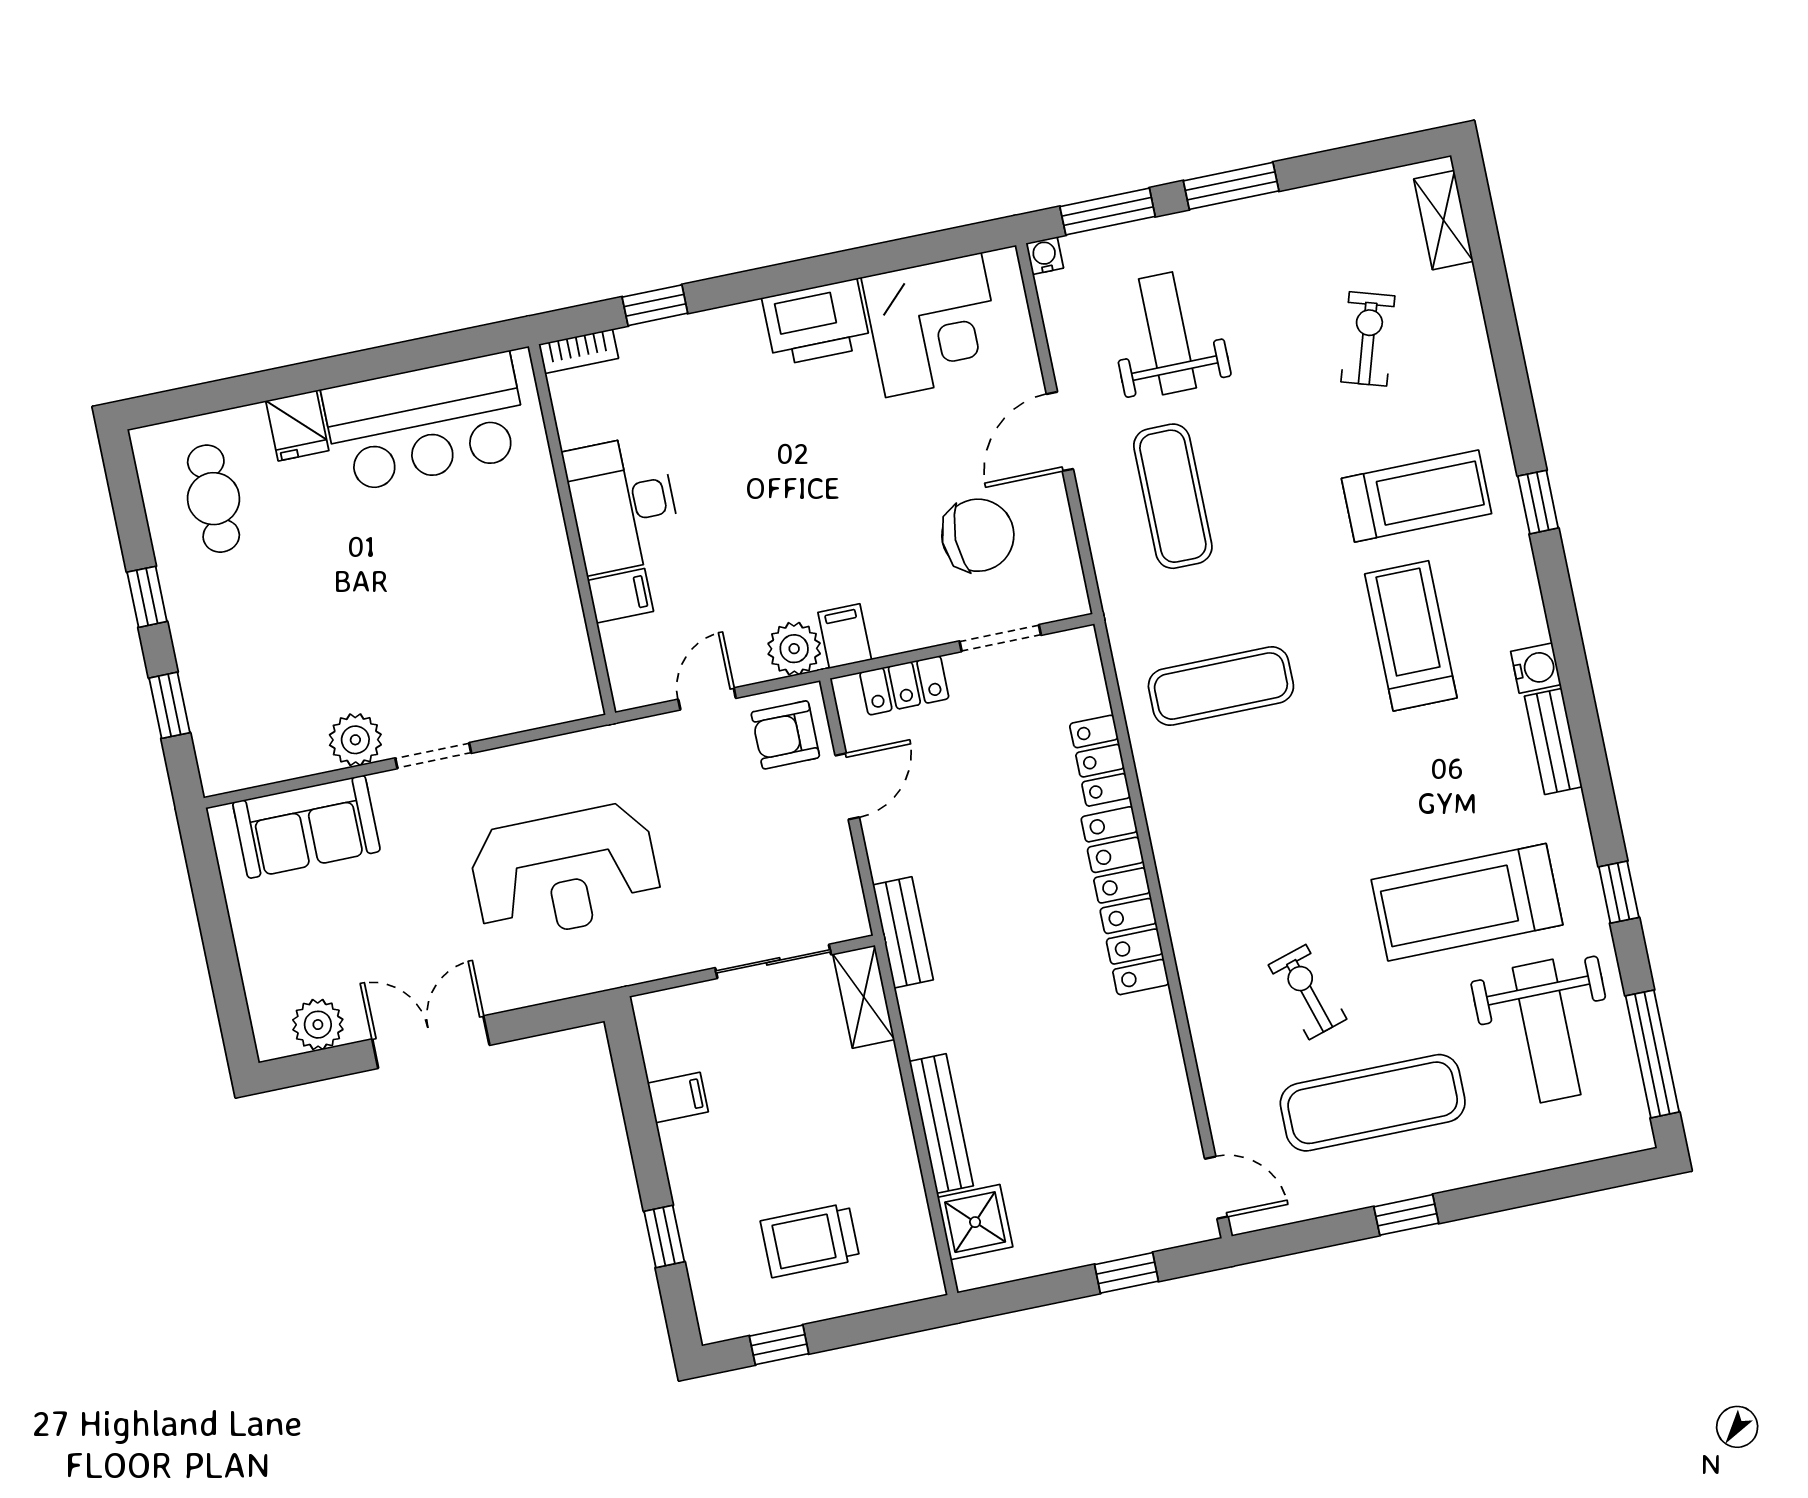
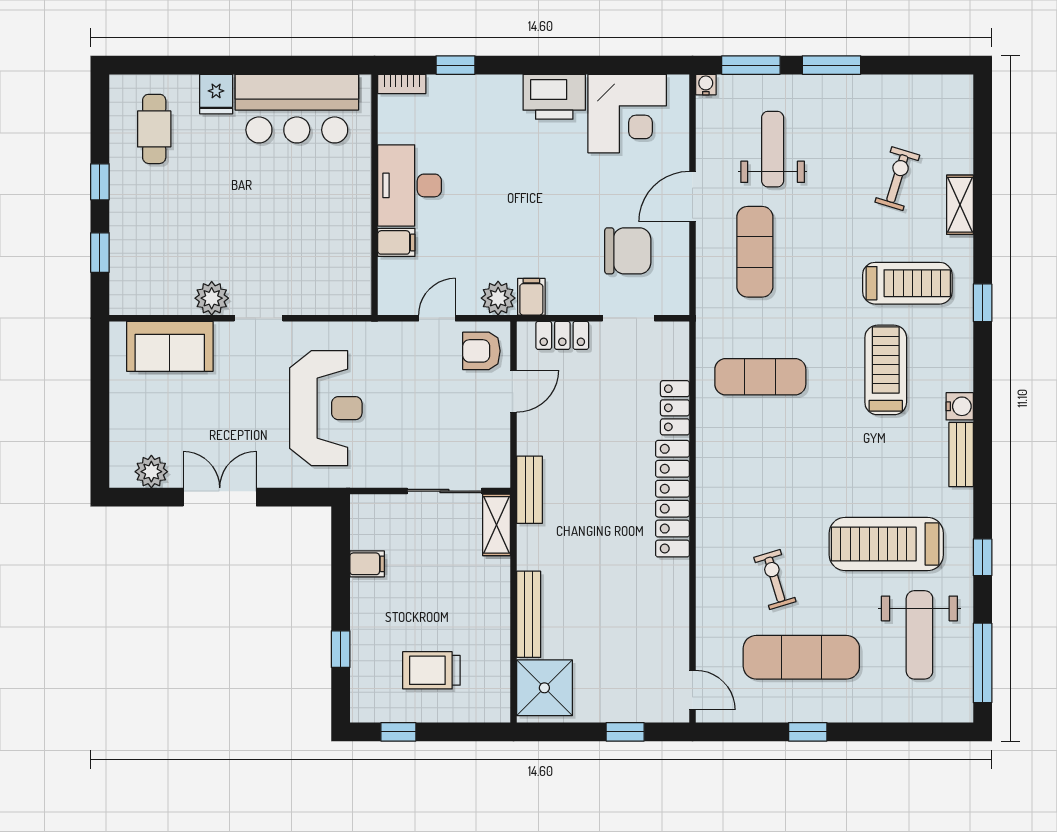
shelving: (1444, 220) -> (960, 205), moved
reception desk: (565, 872) -> (326, 408), turned -90
shower: (975, 1222) -> (544, 688), width x1.36, depth x1.36

